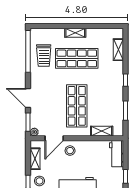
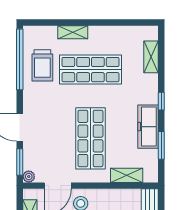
shelving: (75, 33) -> (73, 32), moved
freezer: (116, 98) -> (148, 127), added

